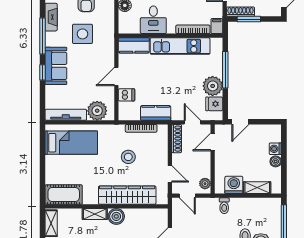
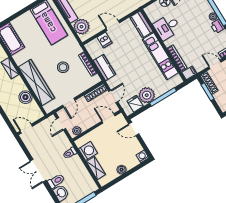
washing machine: (275, 149) -> (143, 156), moved
boiler: (116, 216) -> (25, 97), moved

